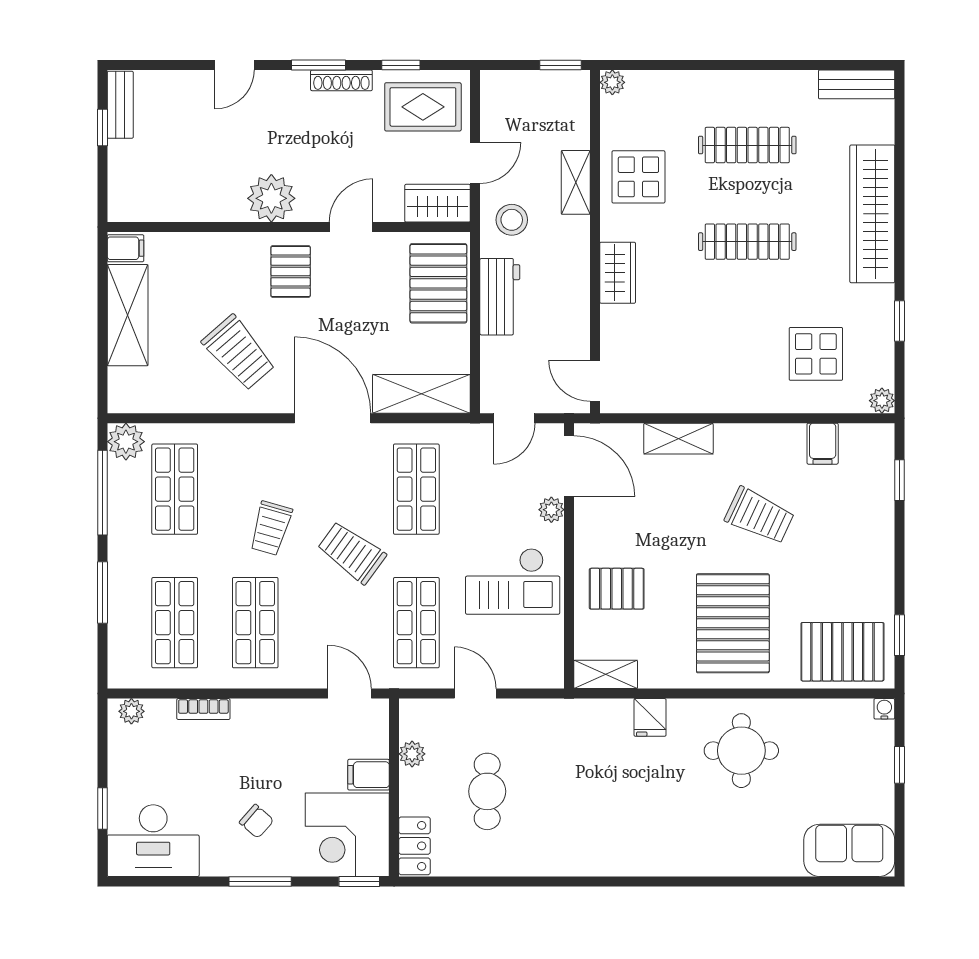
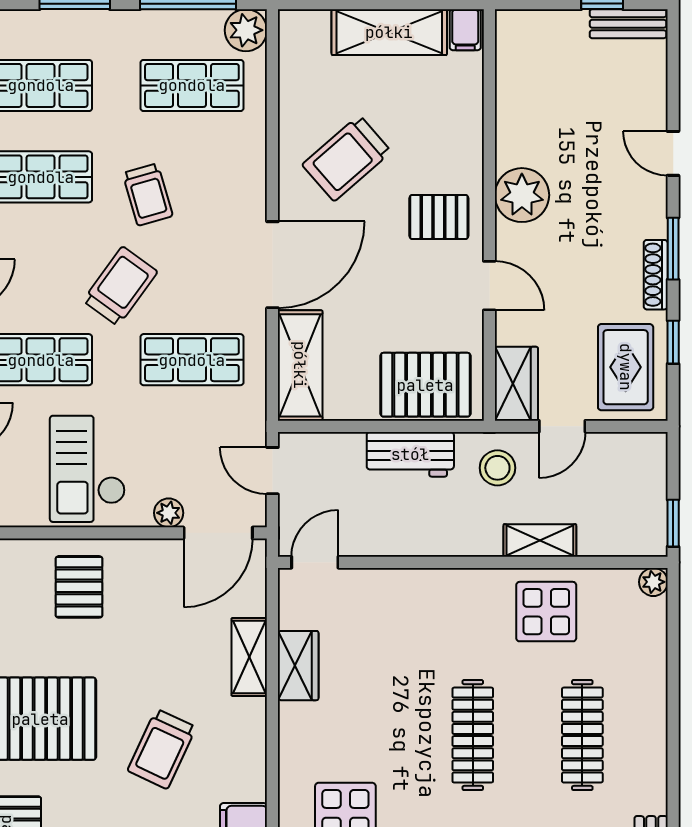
door: (475, 163) -> (562, 426), hinge flipped
wardrobe: (618, 273) -> (298, 666), moved, turned -90
trolley: (271, 528) -> (148, 195), turned -122

